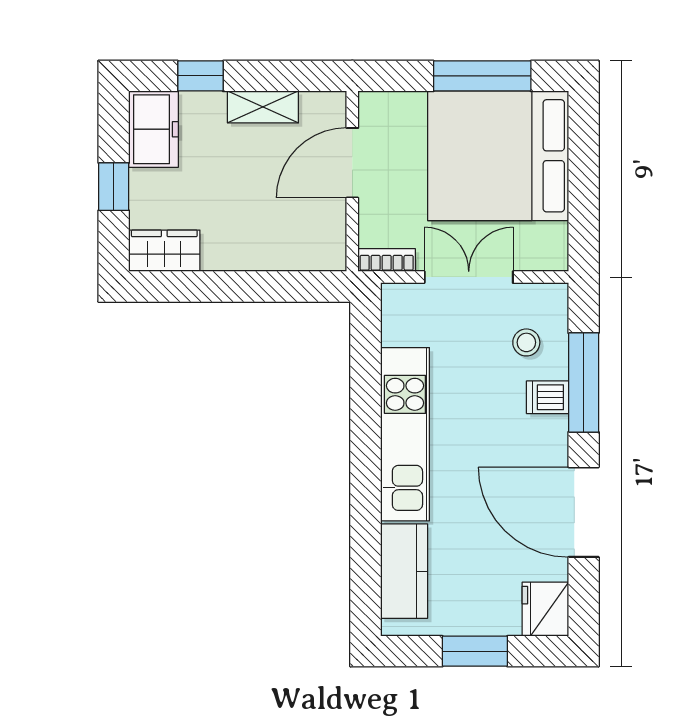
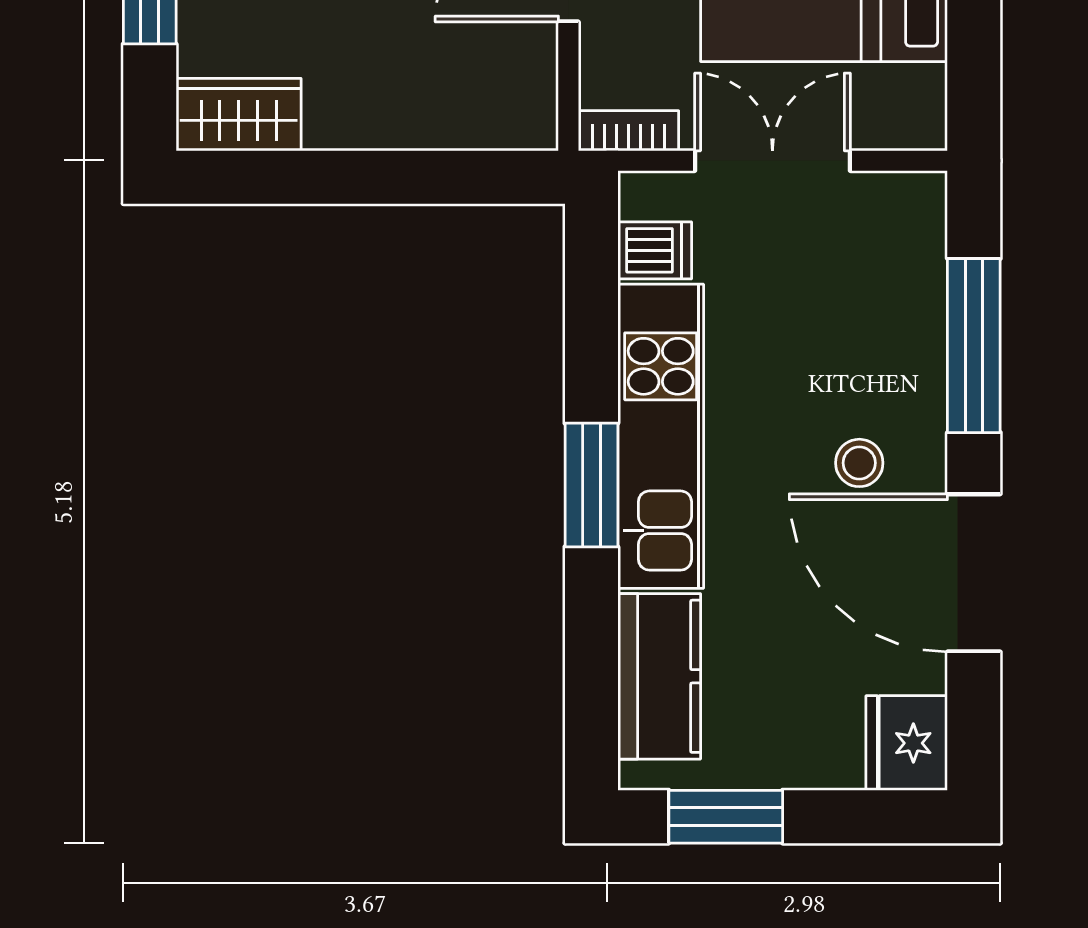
stool: (526, 342) -> (859, 463), moved
dishwasher: (548, 397) -> (655, 250), moved, turned 180
window: (366, 462) -> (591, 485), added
window: (475, 651) -> (726, 817), moved

